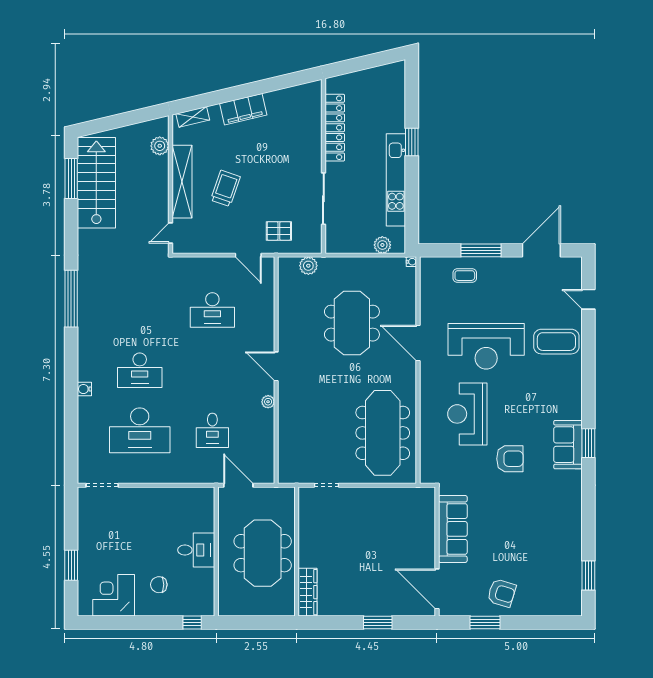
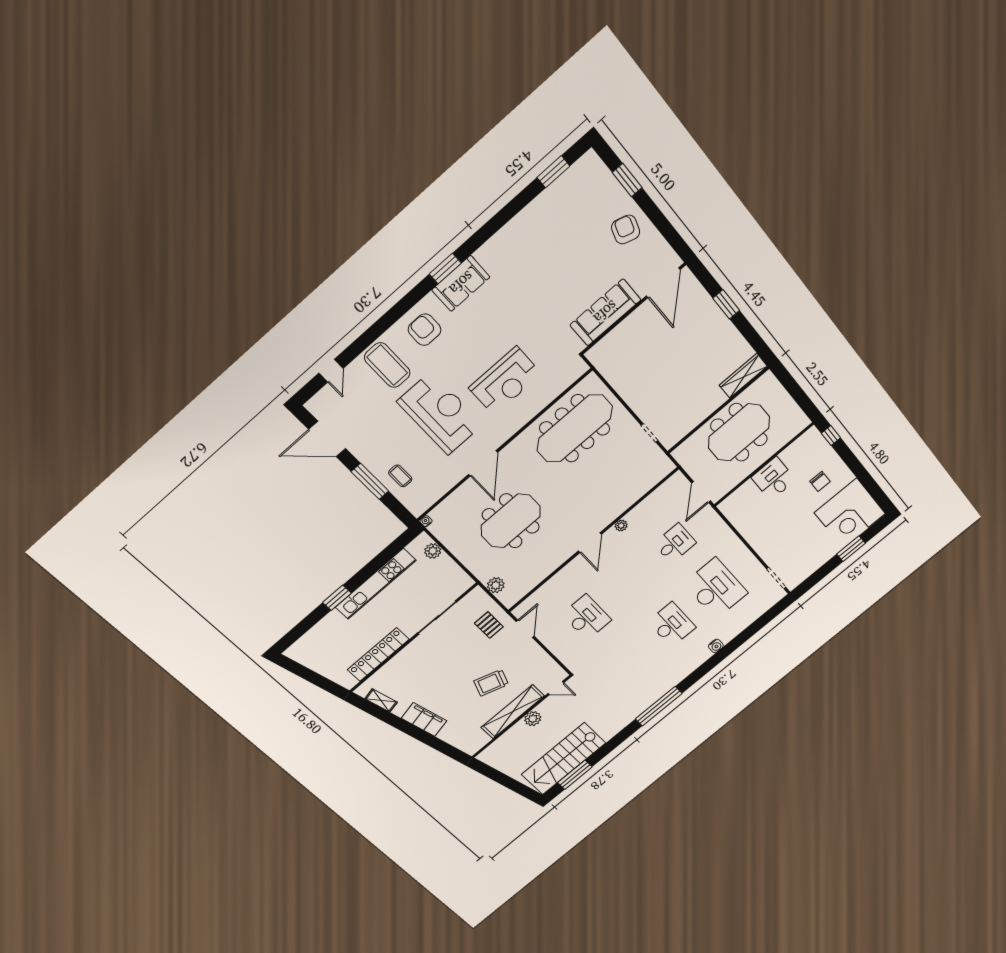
shelving: (193, 117) -> (381, 700), moved
plant: (160, 146) -> (533, 719), moved
armchair: (510, 459) -> (425, 330), moved
corner desk: (114, 595) -> (850, 513), width x1.36, depth x1.36
window: (485, 622) -> (627, 180), moved

